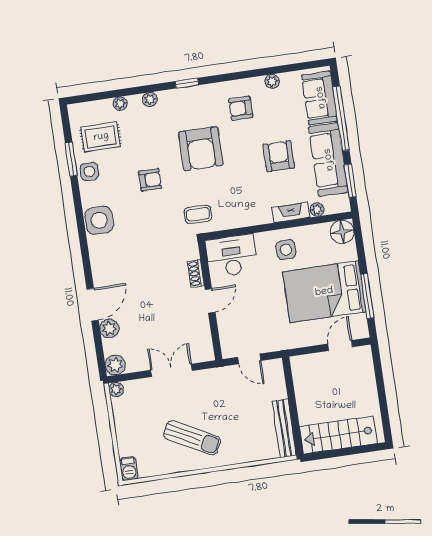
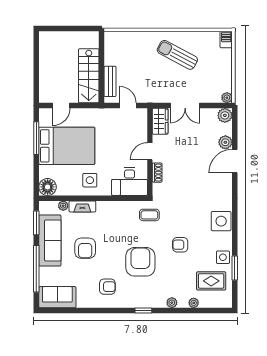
plant: (272, 81) -> (82, 303), removed
sofa: (320, 98) -> (57, 297), moved, turned -90
wardrobe: (202, 344) -> (160, 121), added
bench: (284, 428) -> (110, 81), moved, width x0.73
stairs: (338, 435) -> (89, 76), moved, turned 90

